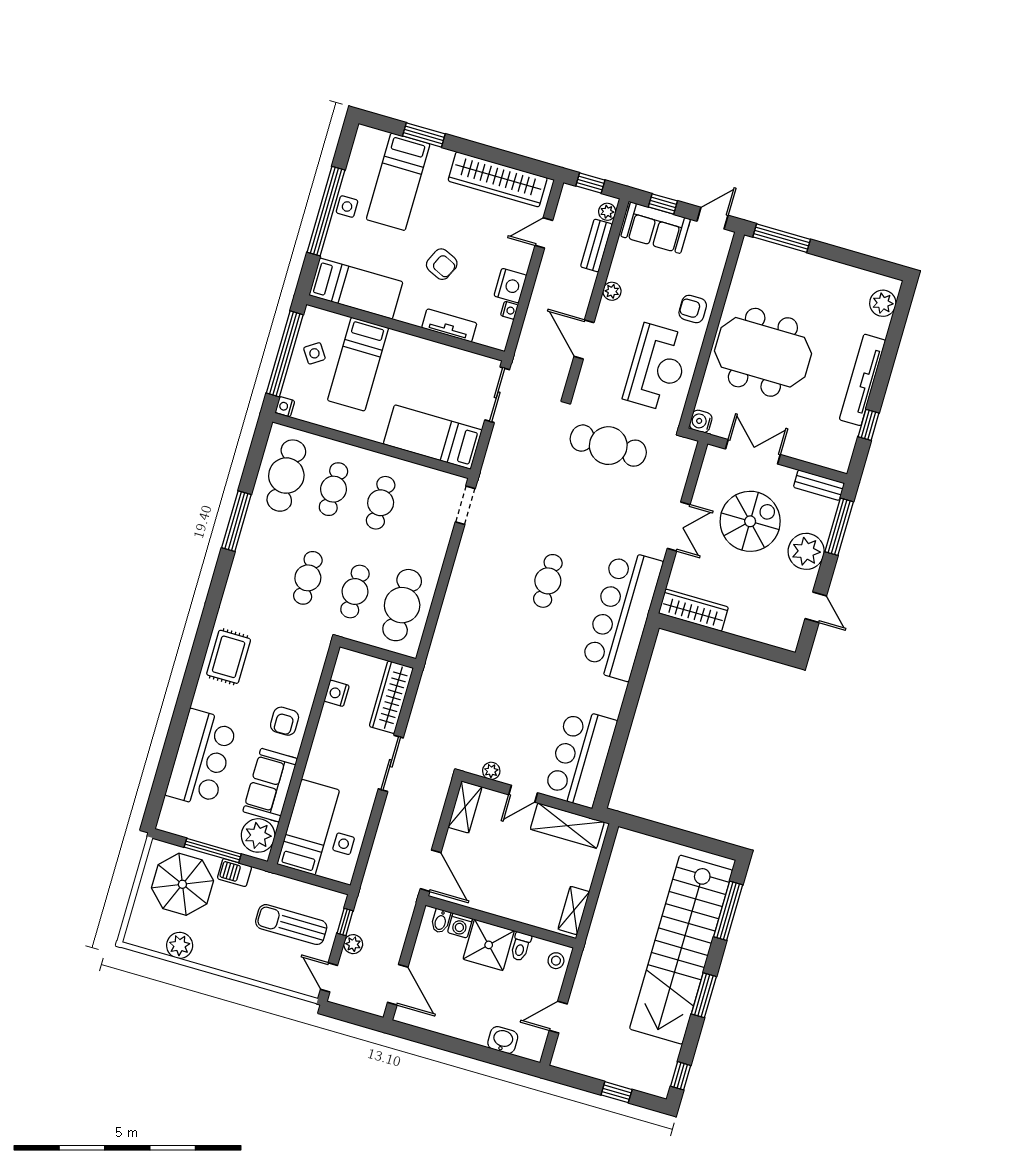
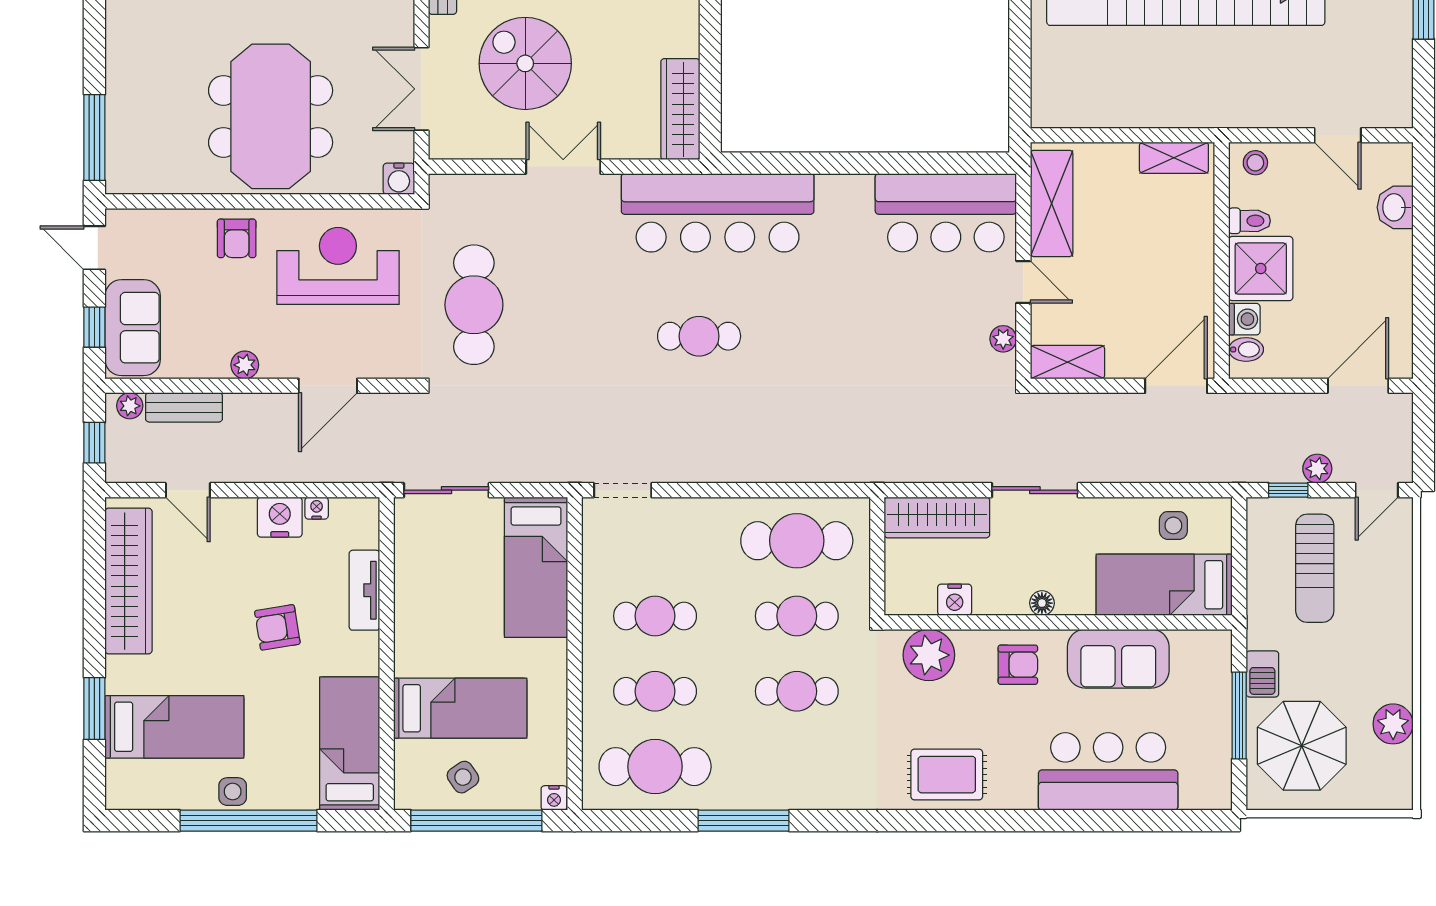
armchair: (442, 264) -> (277, 627), turned -124
floor lamp: (319, 747) -> (1042, 603), added
plant: (258, 835) -> (929, 655), moved

